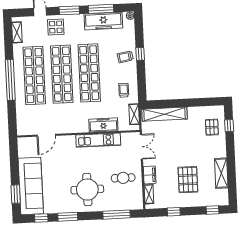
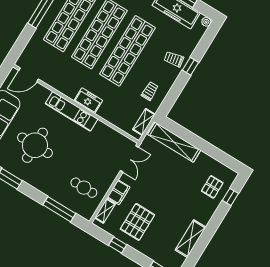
freezer: (103, 125) -> (88, 101), moved, width x0.71
door: (46, 135) -> (28, 75), moved
kitchen unit: (98, 140) -> (72, 111), moved
cafe table: (123, 178) -> (84, 188), moved
pallet: (188, 180) -> (137, 222), moved
round table: (87, 190) -> (35, 145), moved

